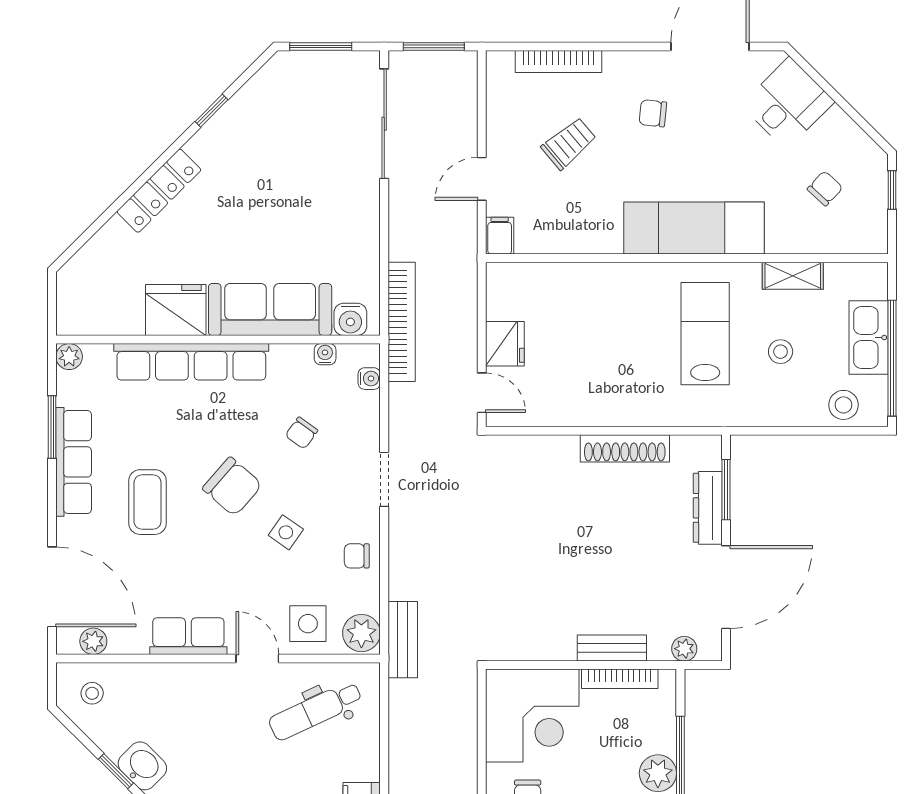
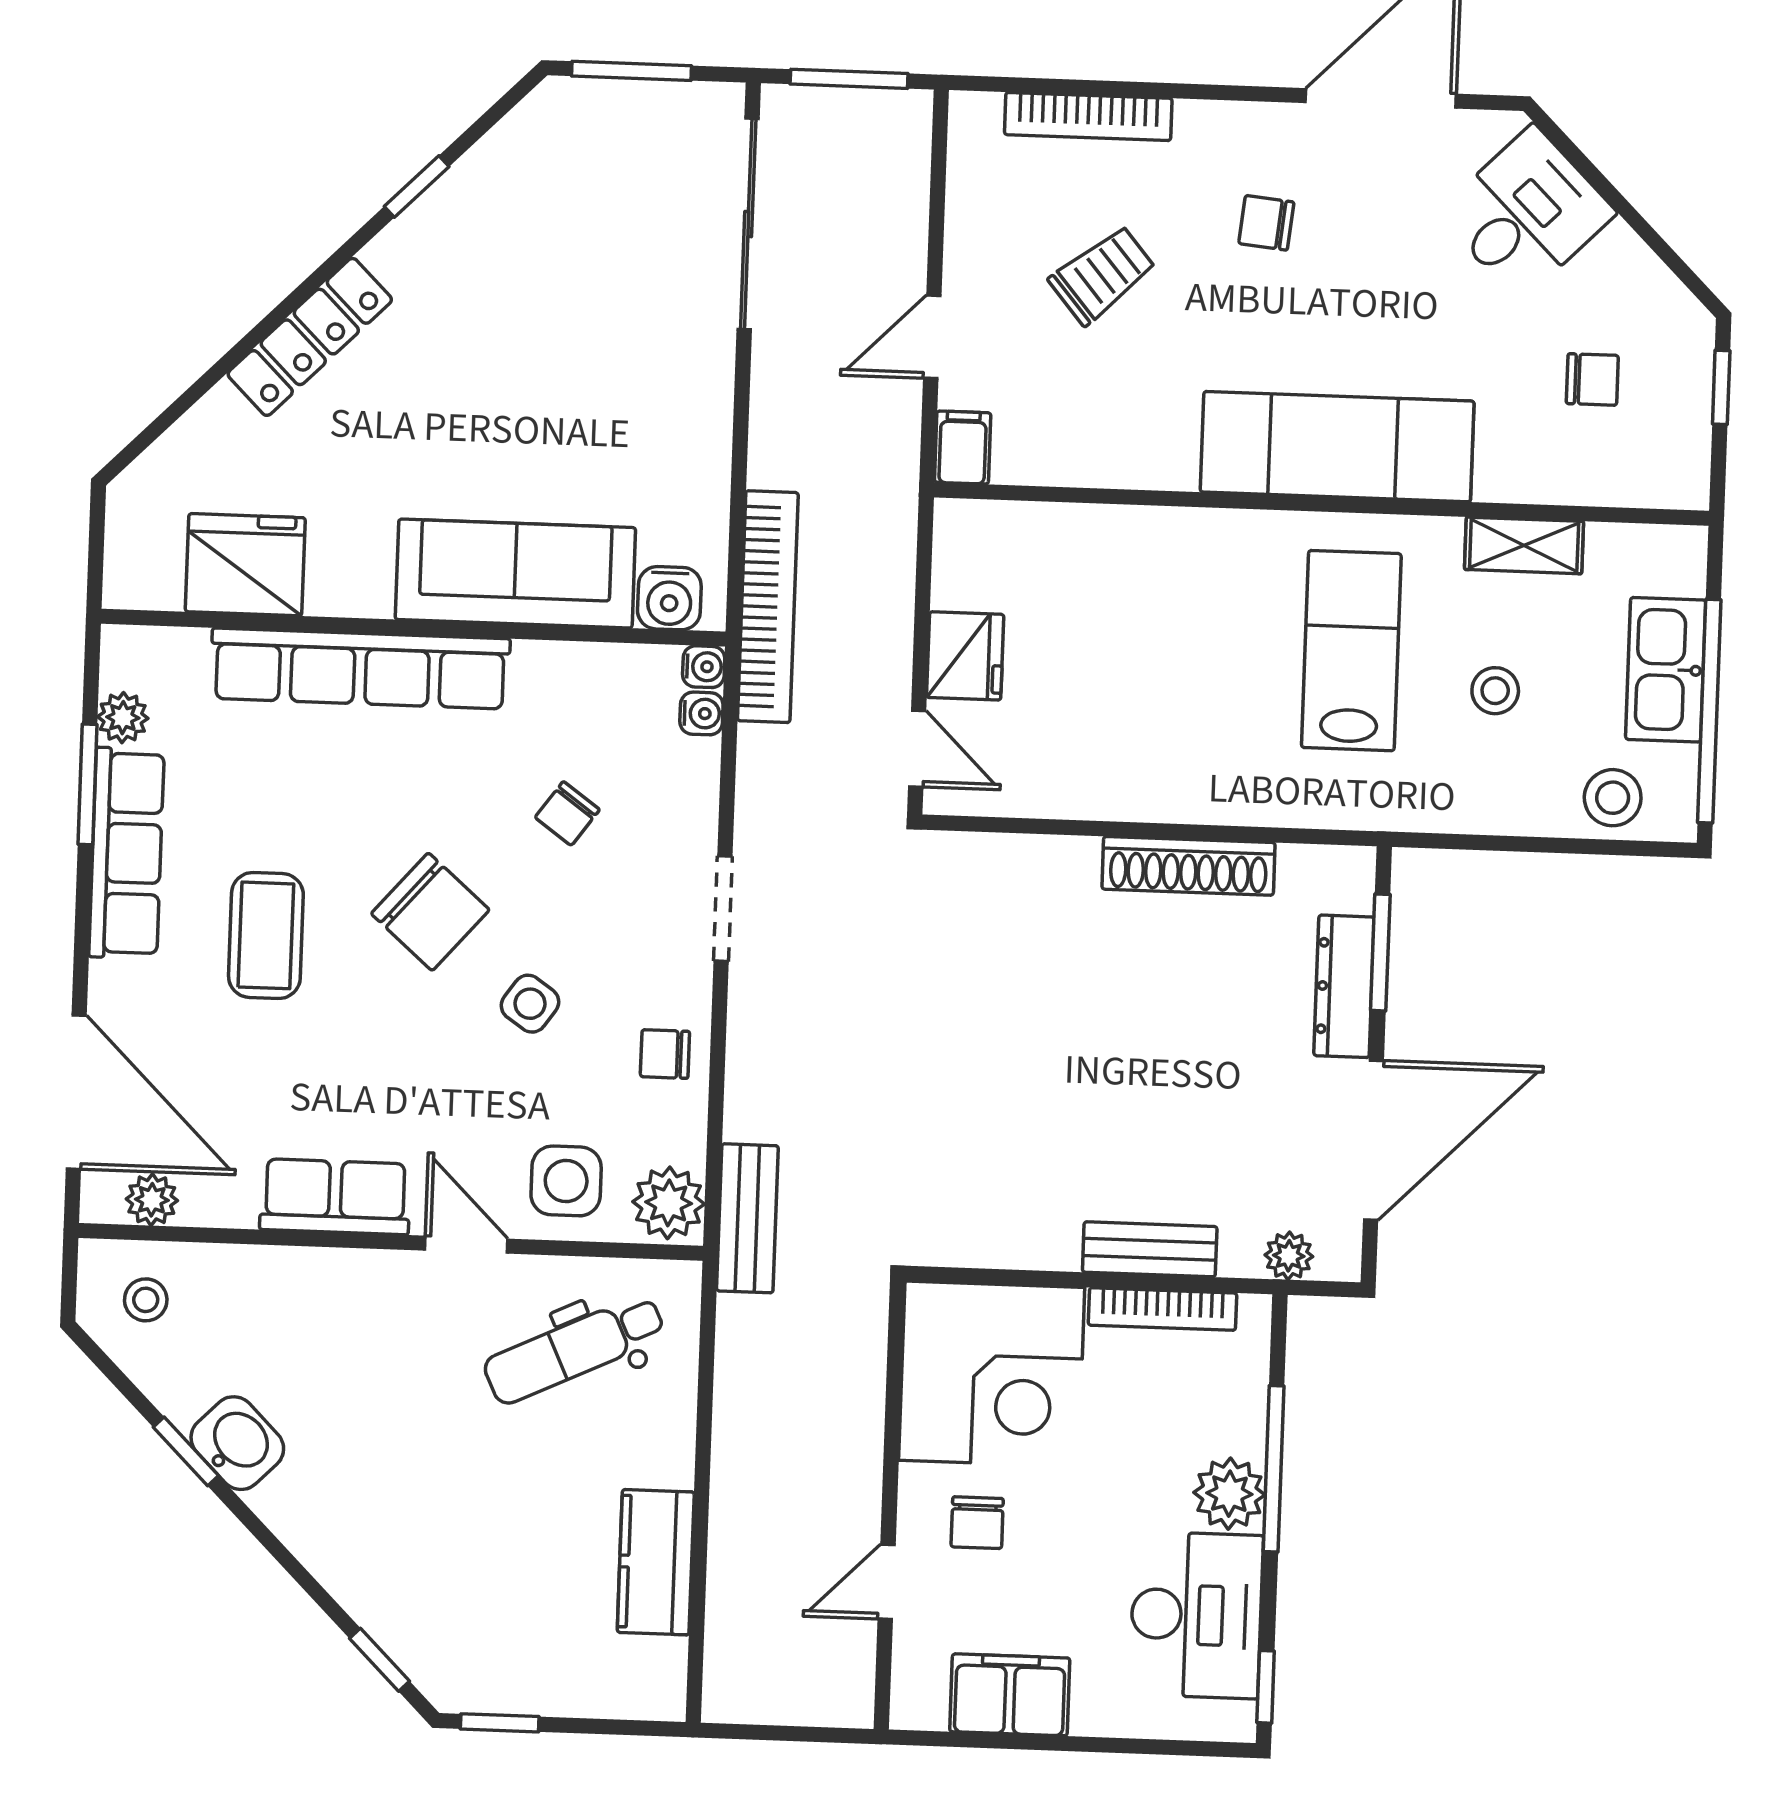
chair: (825, 188) -> (1592, 379), turned 47
fridge: (176, 310) -> (245, 565), moved
water cooler: (325, 354) -> (704, 667), moved, turned 90
plant: (69, 357) -> (123, 718), moved

